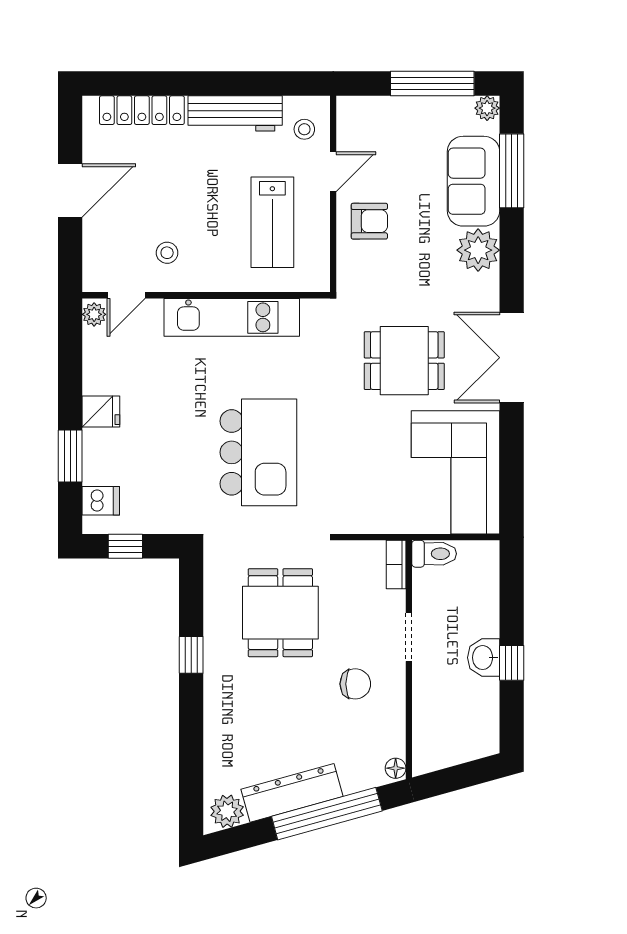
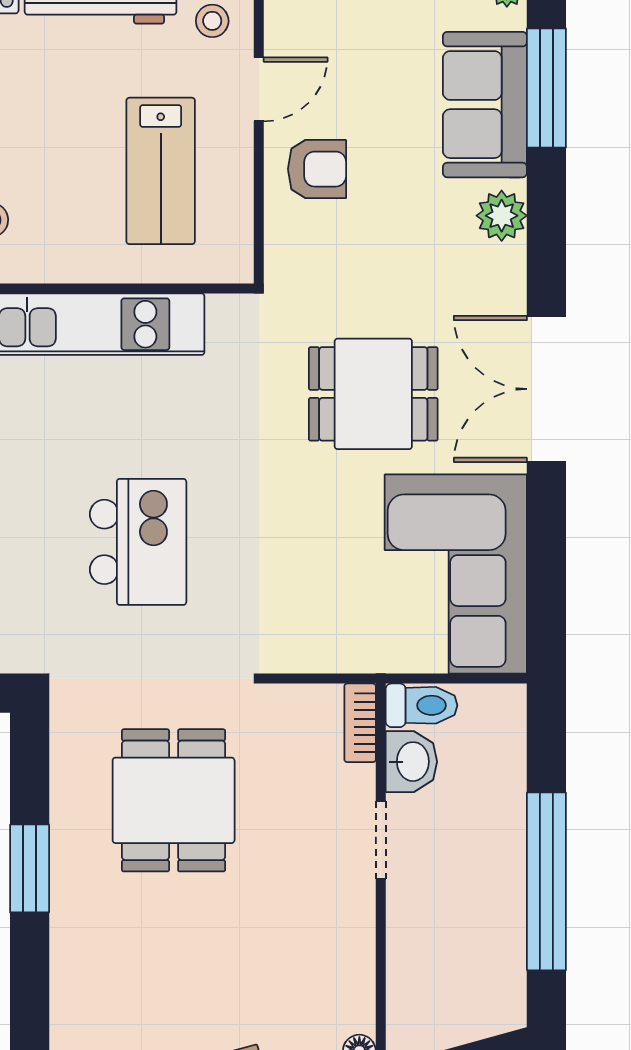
plant: (478, 250) -> (502, 216), width x0.73, depth x0.73
kitchen island: (258, 452) -> (138, 542), width x0.73, depth x0.78
window: (191, 655) -> (30, 868), width x1.50
washbasin: (484, 658) -> (411, 762), moved, turned 180
window: (512, 663) -> (546, 881), width x3.17
chair: (355, 684) -> (294, 915), removed

